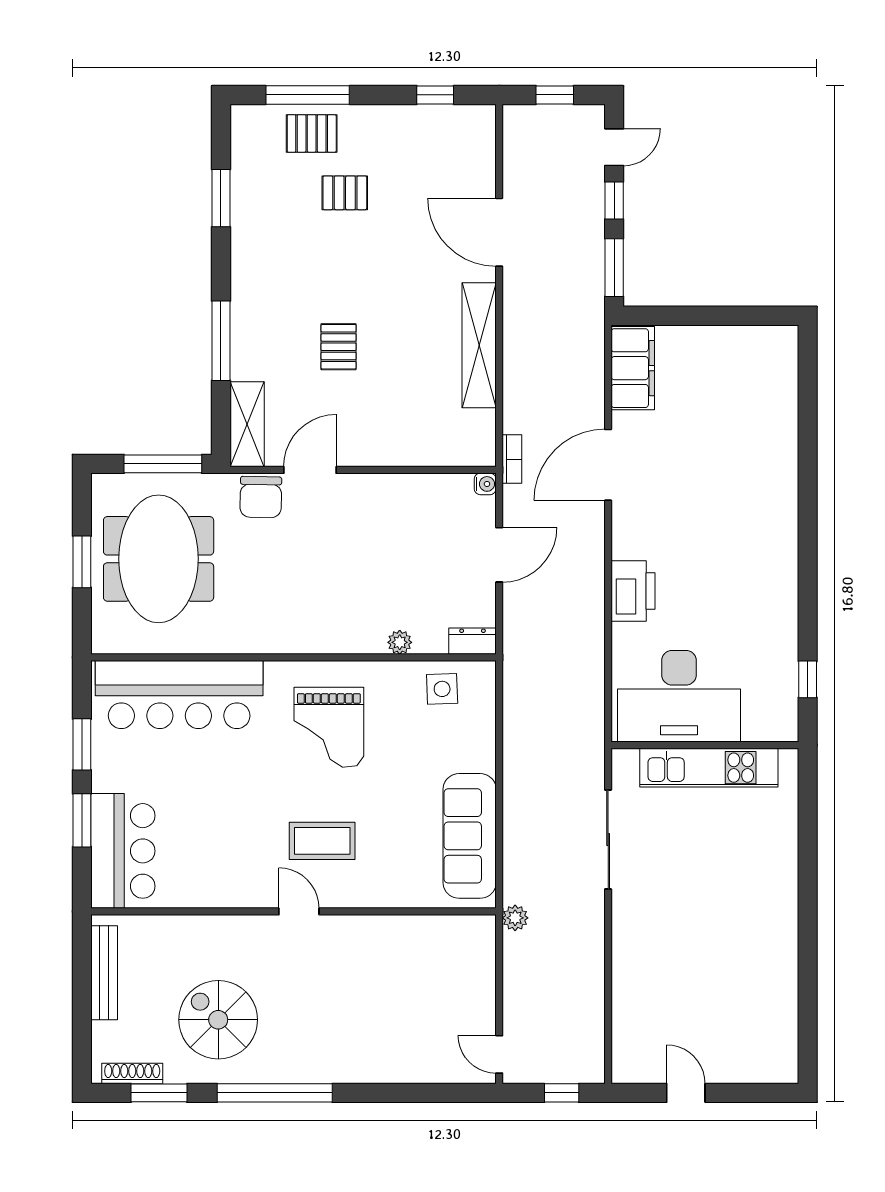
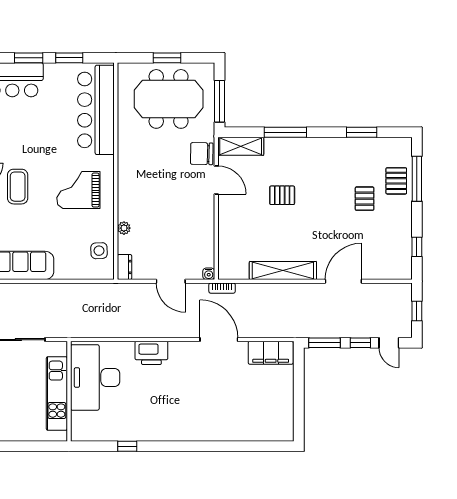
window: (808, 679) -> (127, 446), moved

